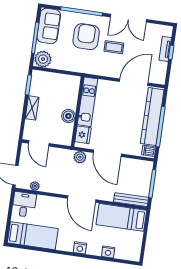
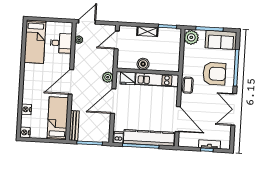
coffee table: (114, 47) -> (188, 85), moved
desk: (24, 204) -> (61, 43), moved
nightstand: (80, 248) -> (25, 132), moved

